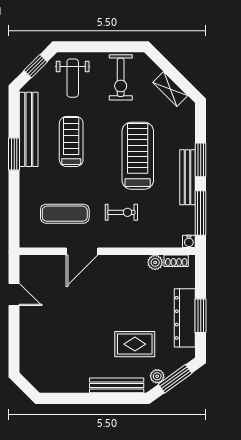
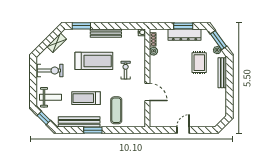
treadmill: (138, 156) -> (94, 61), turned 180
window: (201, 160) -> (81, 26), moved
window: (201, 213) -> (126, 26), removed
exercise mat: (65, 214) -> (116, 110), moved
door: (14, 295) -> (183, 130), moved

